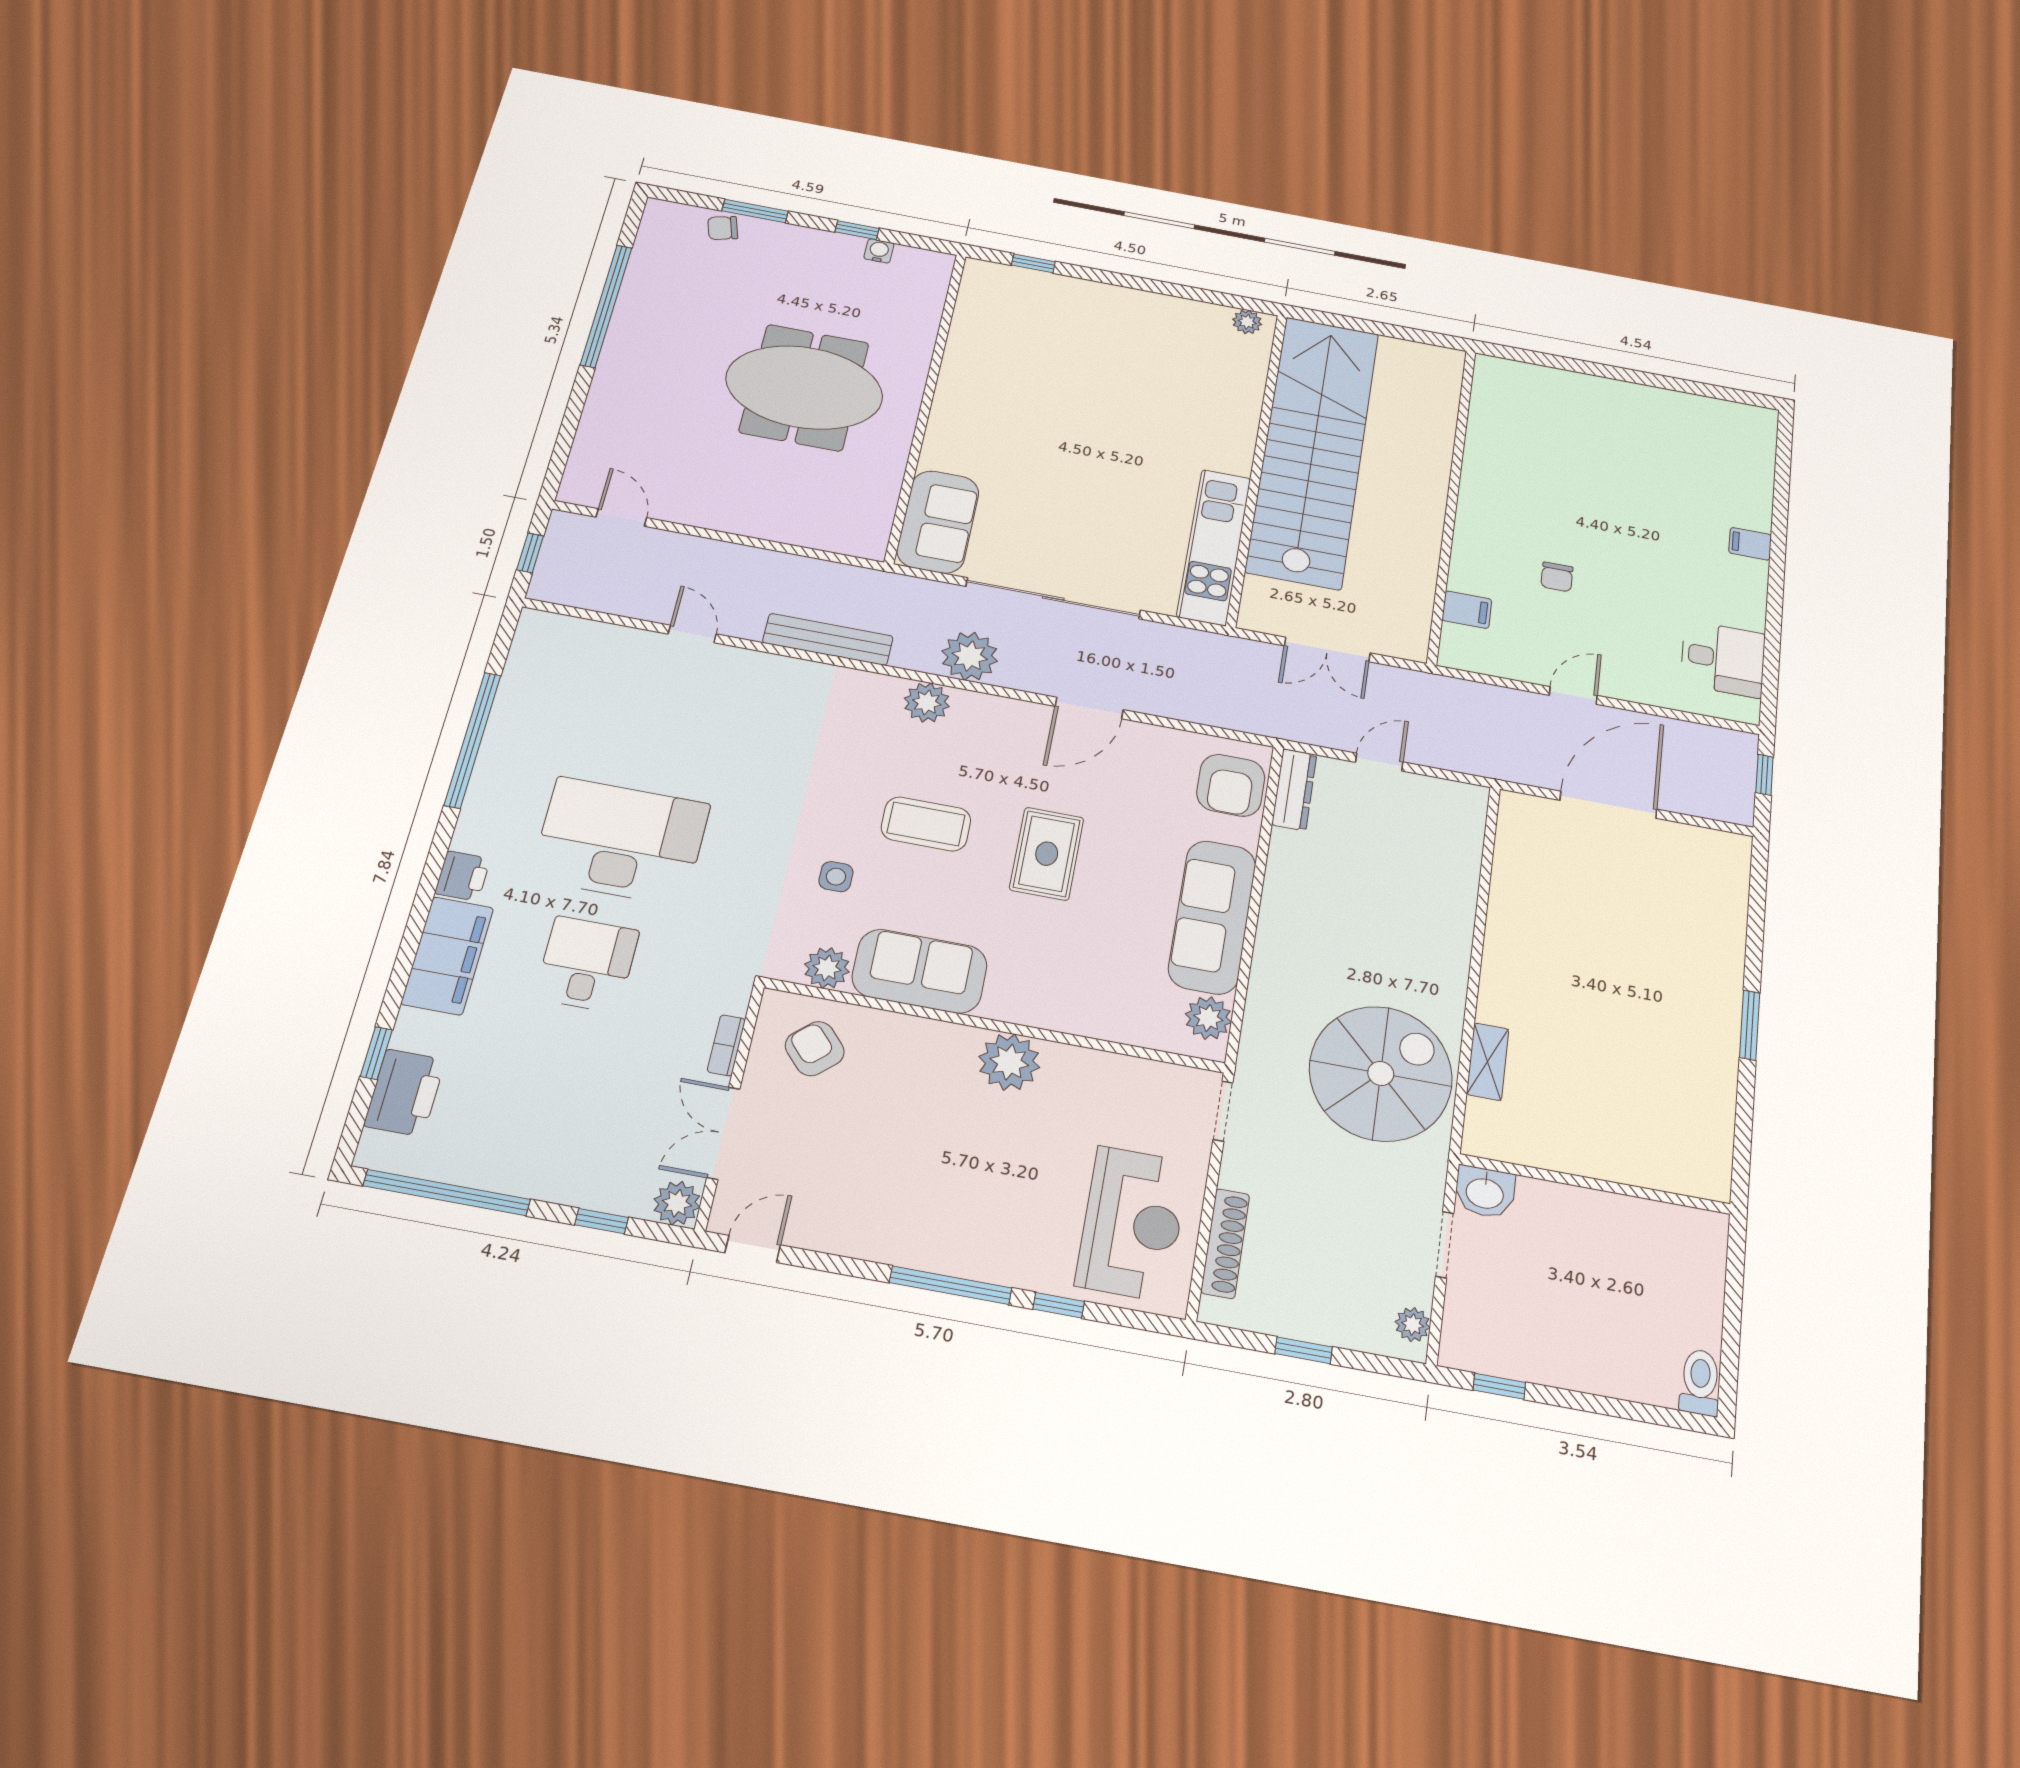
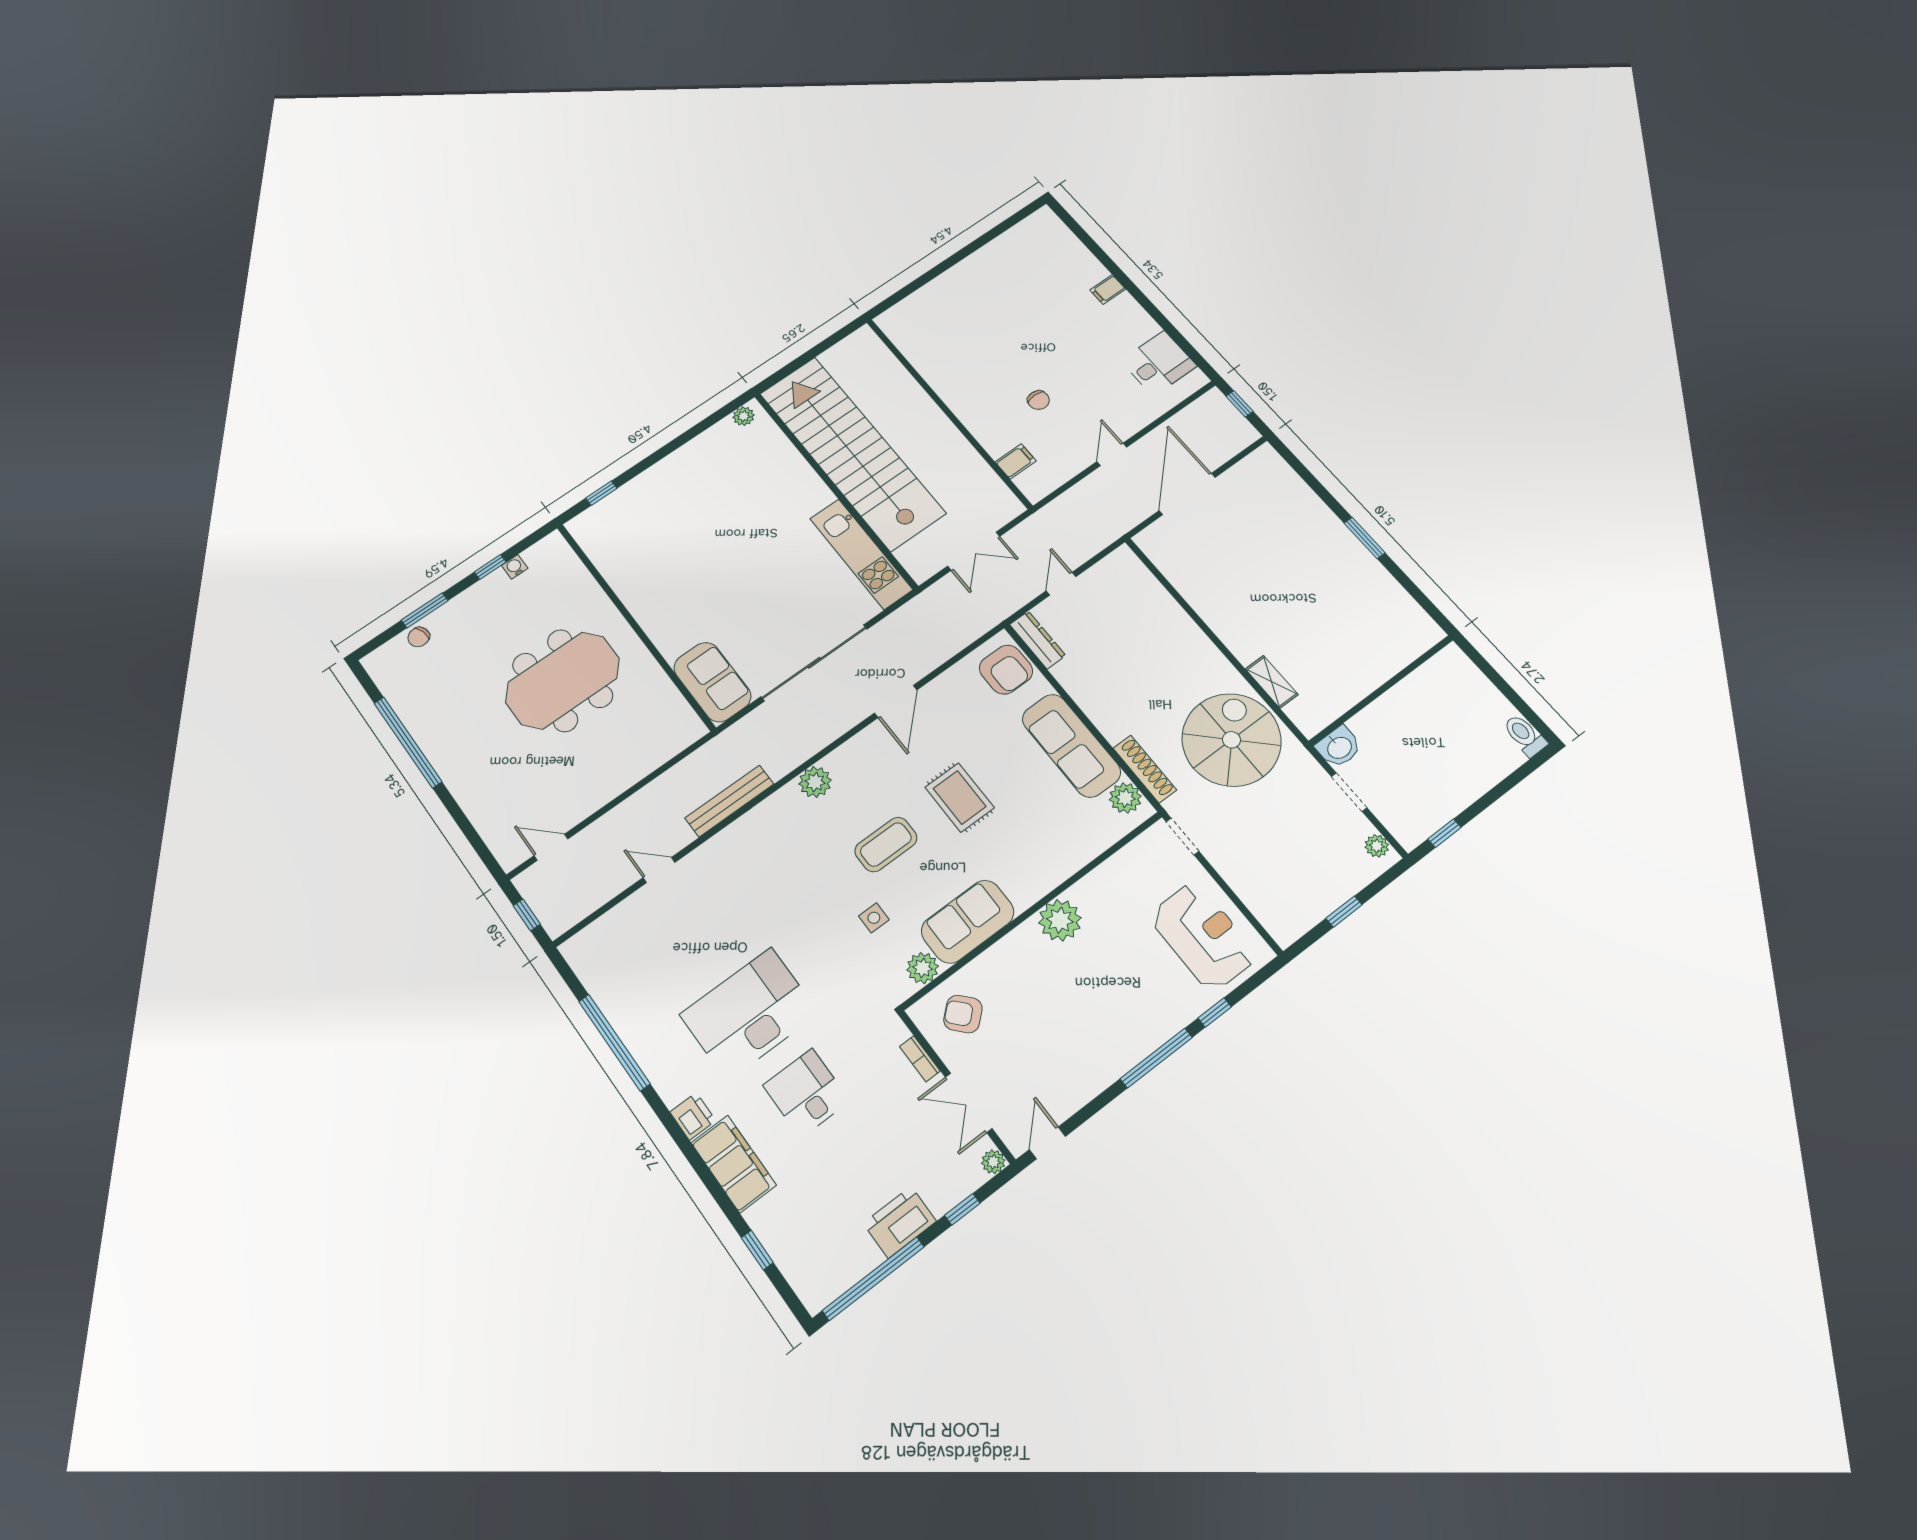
plant: (970, 656) -> (808, 736), removed
printer: (405, 1093) -> (900, 1222), moved, turned -90
plant: (677, 1203) -> (993, 1162), width x0.73, depth x0.73
shoe rack: (1225, 1243) -> (1145, 769), moved

